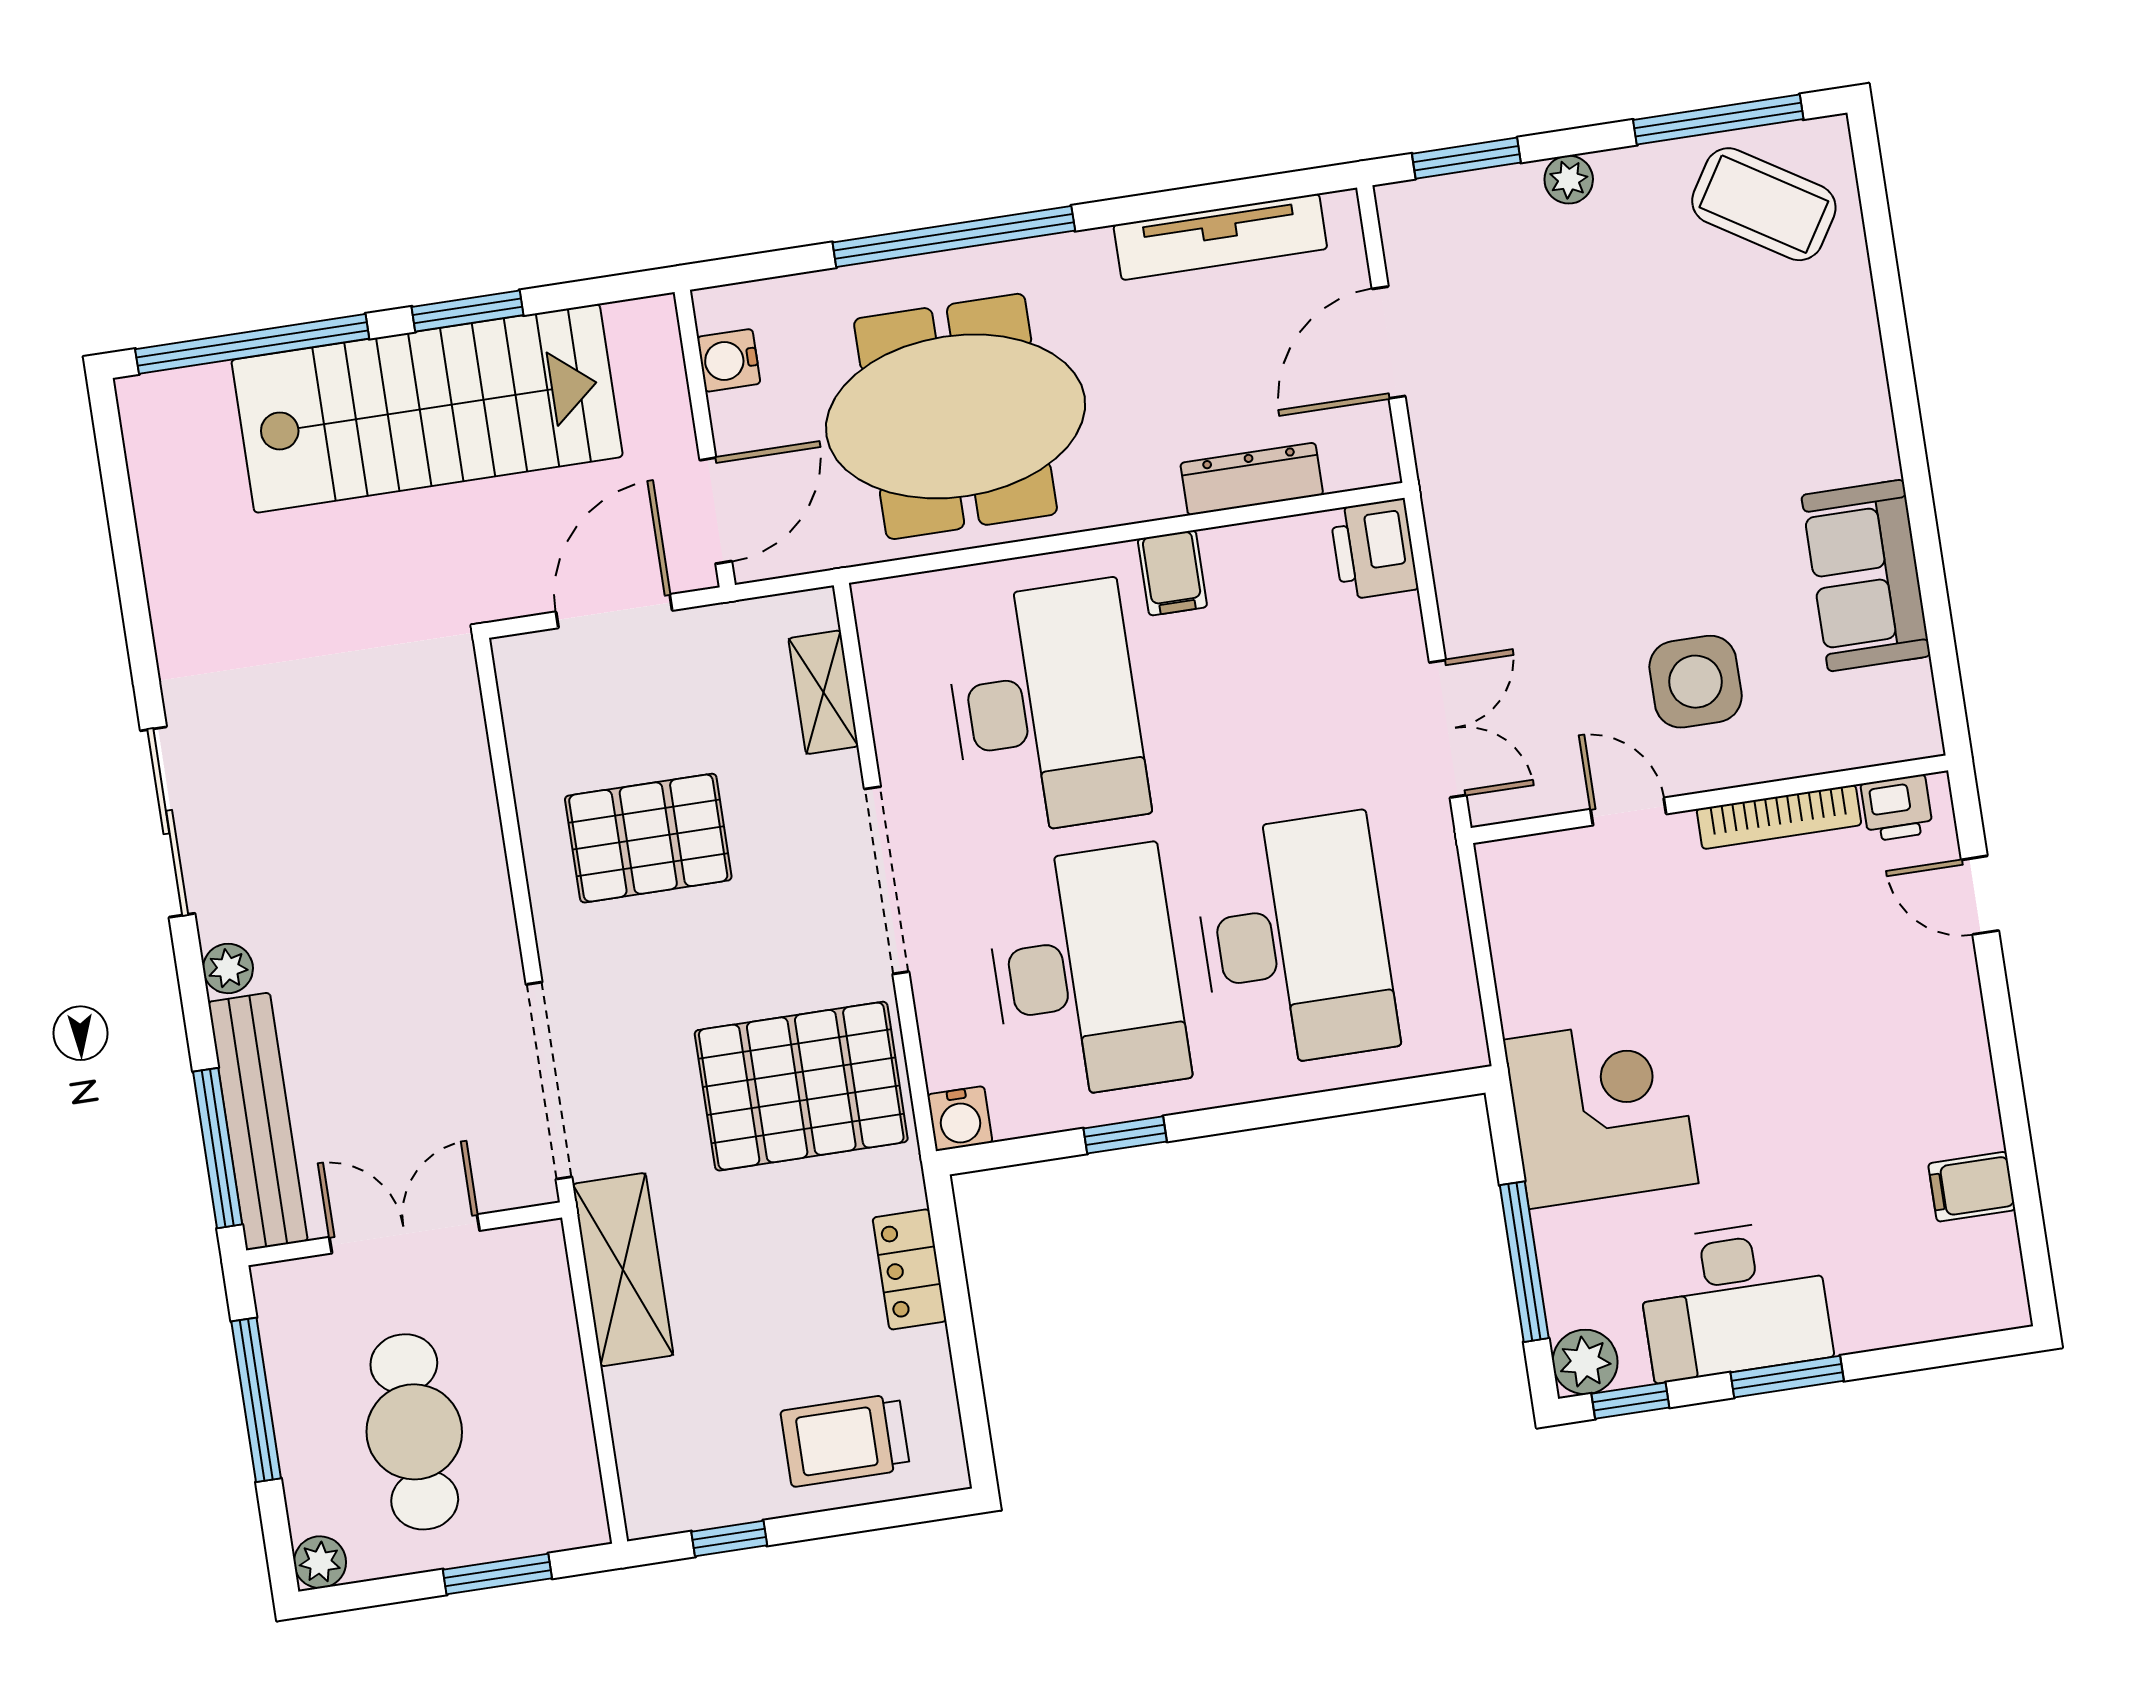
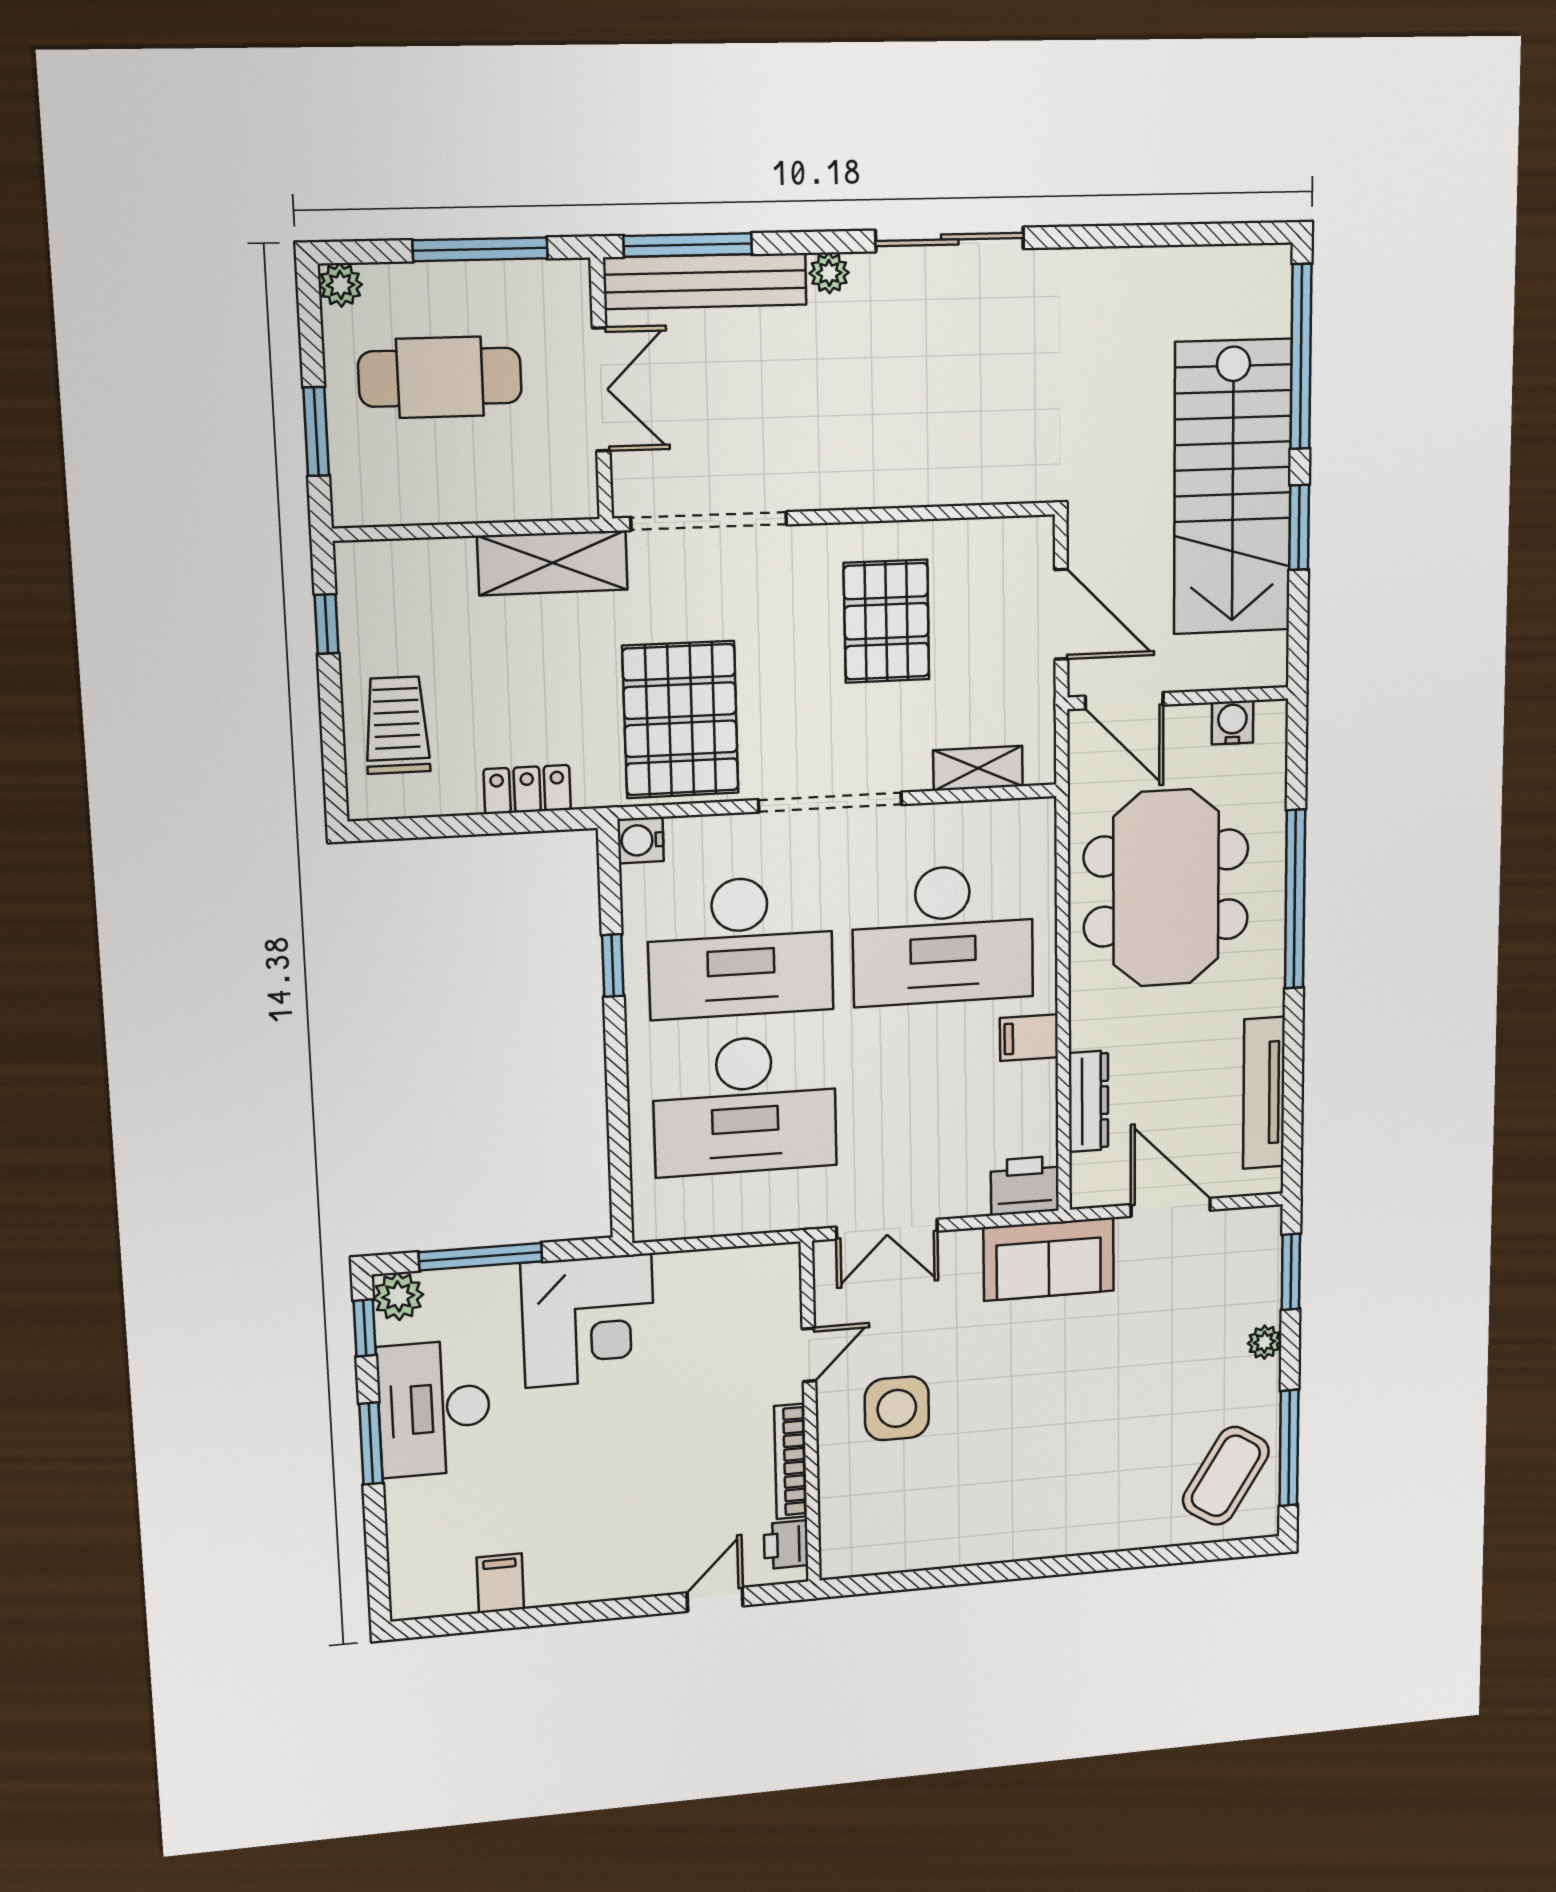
sofa: (1866, 576) -> (1049, 1259), moved, turned 180

